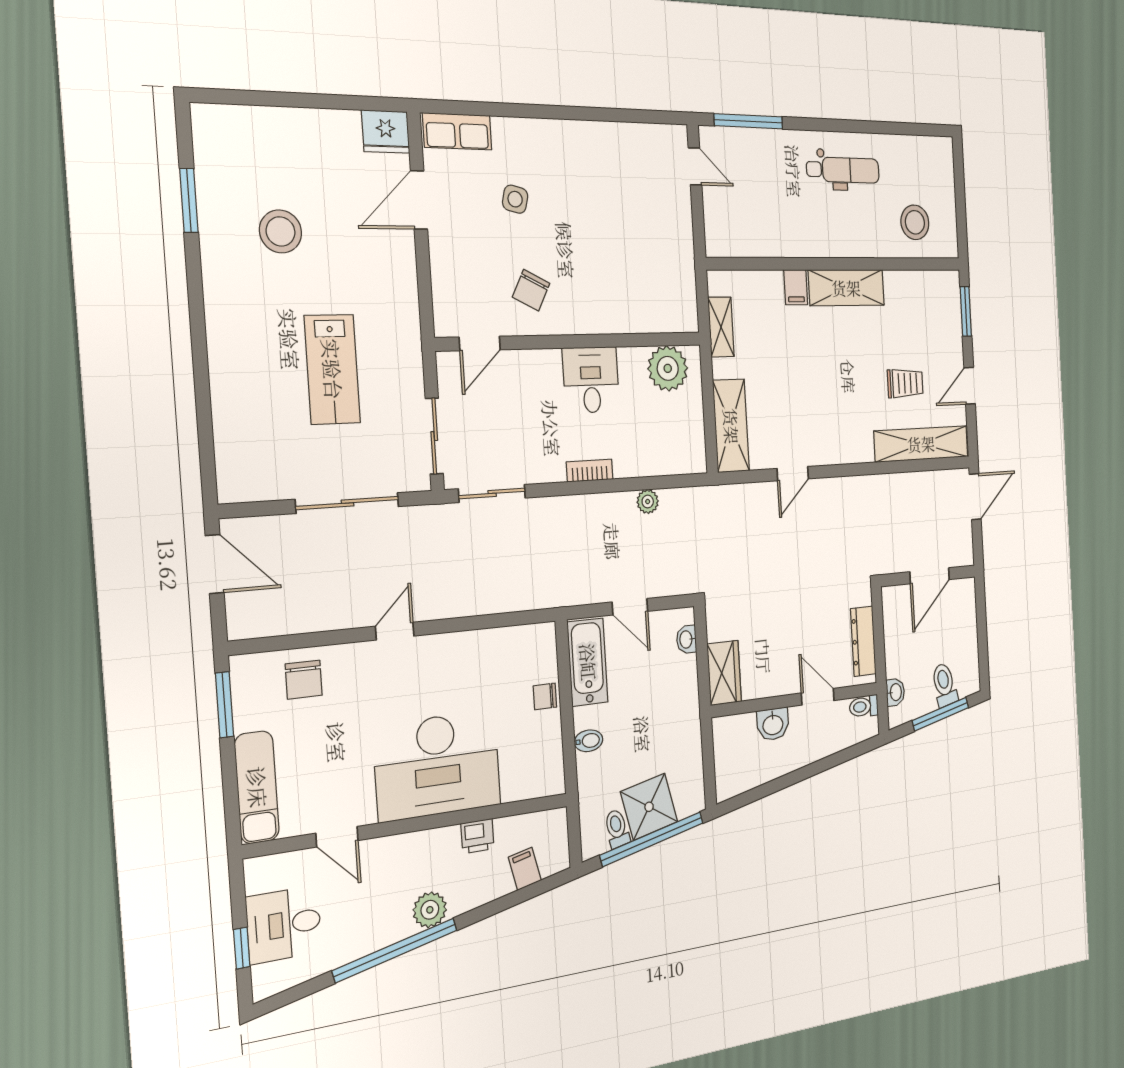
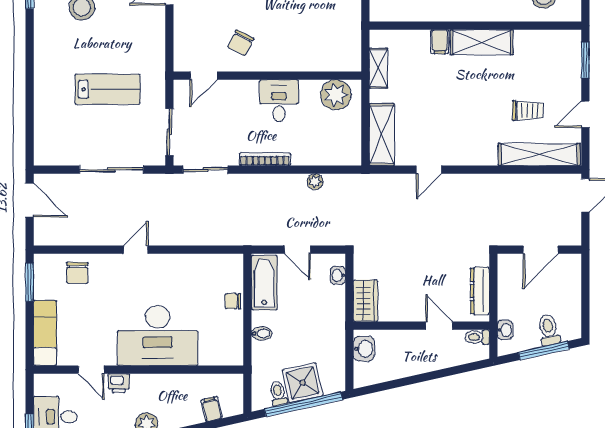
lab bench: (332, 369) -> (108, 89), turned -90
bookcase: (590, 471) -> (265, 159), width x1.56
washbasin: (773, 724) -> (364, 349), moved, turned -90
printer: (477, 836) -> (119, 383), moved

